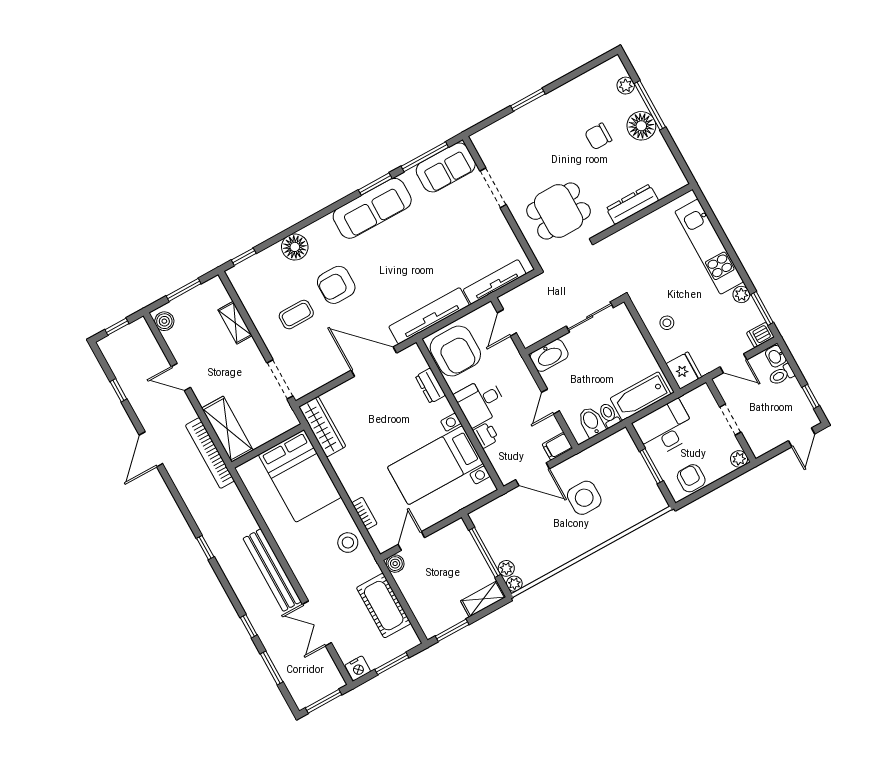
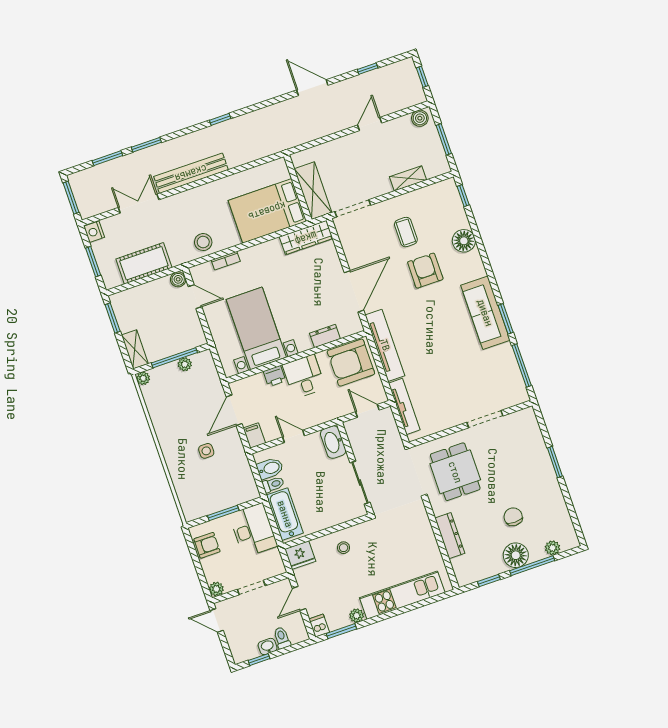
window: (675, 151) -> (489, 580), added
sofa: (446, 167) -> (509, 382), removed
washbasin: (776, 356) -> (268, 646), moved
shelving: (227, 429) -> (313, 191), moved, turned 90
door: (802, 437) -> (217, 620), moved
bookcase: (210, 453) -> (300, 137), removed
side table: (584, 498) -> (206, 451), width x0.54, depth x0.54
plant: (506, 568) -> (185, 364), moved
window: (249, 626) -> (146, 145), width x1.50

